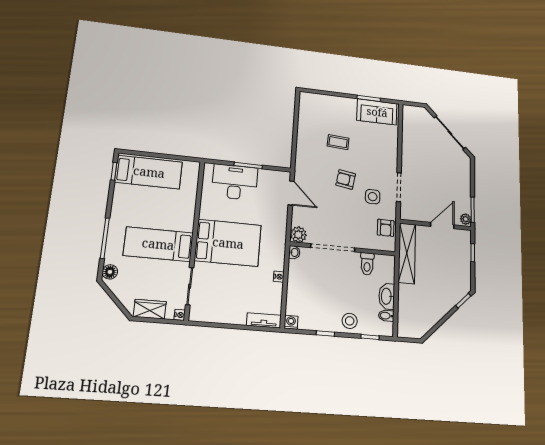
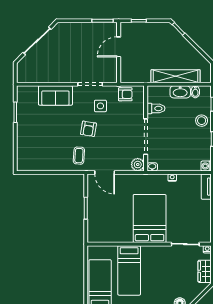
sofa: (377, 112) -> (55, 95), moved, turned 90
coffee table: (338, 142) -> (79, 156), moved
desk: (235, 182) -> (101, 217), removed
door: (291, 193) -> (105, 172), swing flipped
plant: (466, 219) -> (111, 27), removed
door: (442, 226) -> (119, 47), hinge flipped
bed: (158, 244) -> (129, 270), moved
shelving: (407, 253) -> (176, 76), moved

